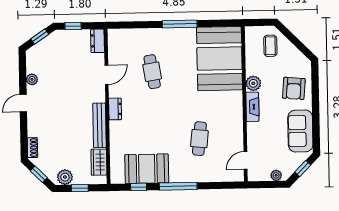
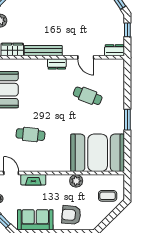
window: (180, 24) -> (127, 120), width x0.69
cafe table: (152, 72) -> (88, 96), turned 30
fireplace: (252, 107) -> (33, 180), moved

